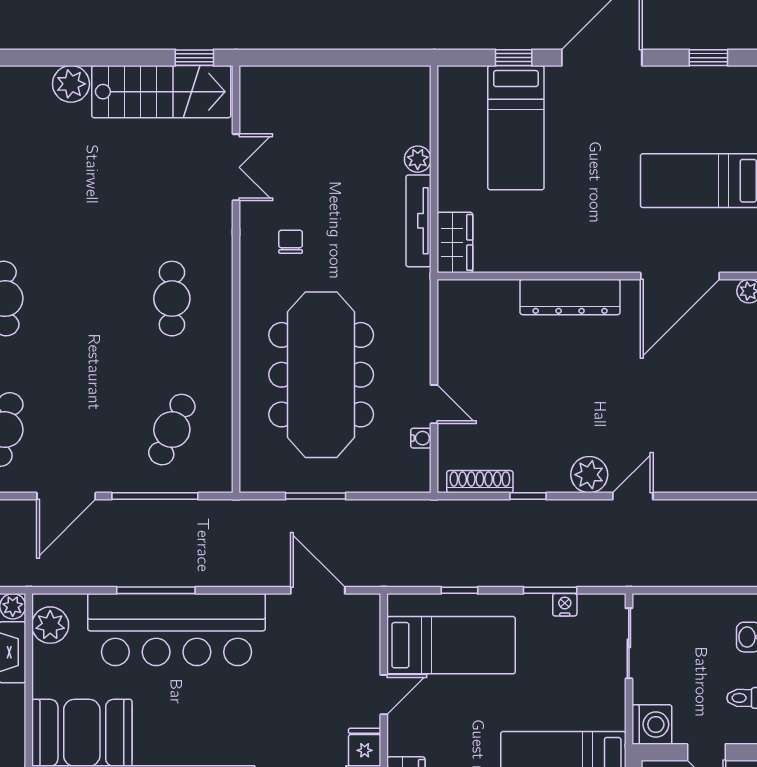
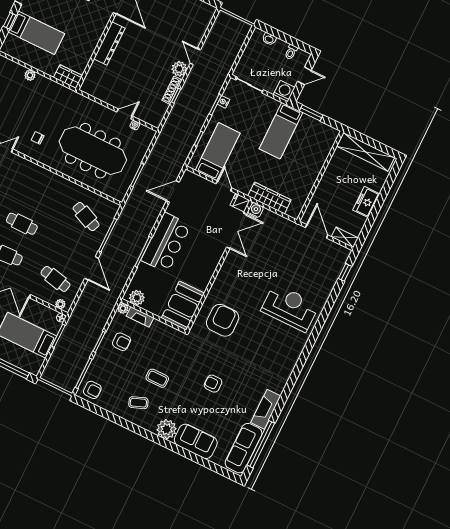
tv unit: (418, 221) -> (53, 86), removed
cafe table: (172, 299) -> (22, 224), moved
shoe rack: (480, 482) -> (172, 90), moved
bar counter: (176, 630) -> (166, 243), width x0.73

